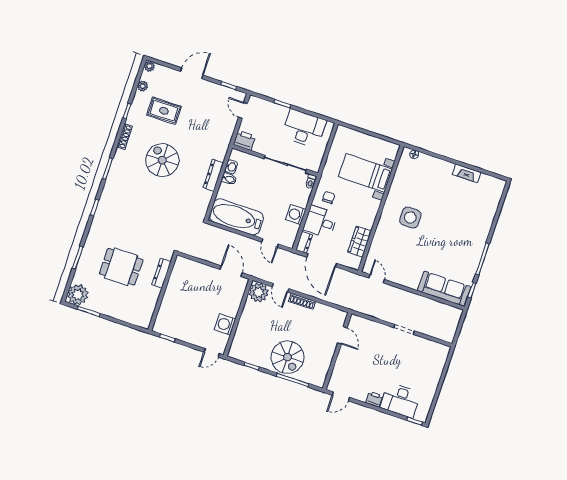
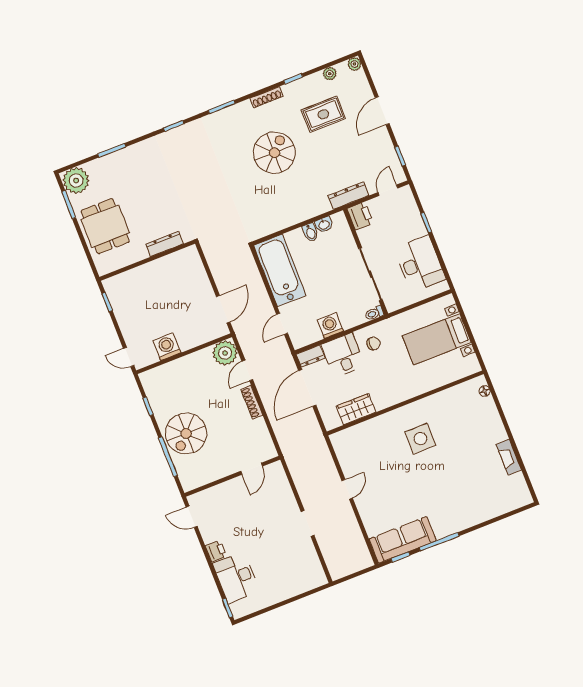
door: (192, 73) -> (382, 111), swing flipped
rug: (164, 111) -> (323, 114), turned 90
bed with nightstands: (365, 173) -> (437, 339), moved, turned -90
dresser: (213, 175) -> (348, 196), moved
dining table: (121, 267) -> (105, 226), moved
door: (377, 279) -> (347, 489), moved
sofa: (444, 289) -> (403, 540), moved, turned -90

